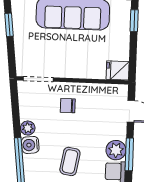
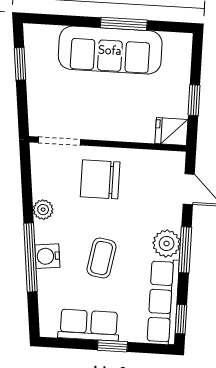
window: (134, 21) -> (194, 100), moved
chair: (68, 106) -> (100, 179), width x1.87, depth x1.87
water cooler: (30, 145) -> (47, 256), moved

